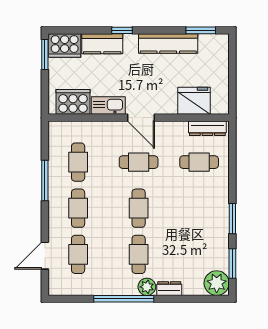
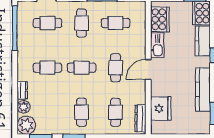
cafe table: (78, 208) -> (82, 23), turned 90
cafe table: (199, 208) -> (82, 112), added
plant: (147, 287) -> (24, 107), moved
window: (124, 299) -> (15, 28), moved

